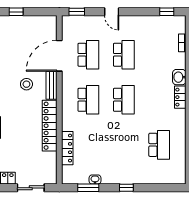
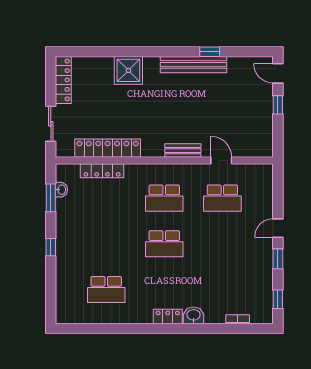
window: (77, 12) -> (278, 259), moved
school desk: (124, 55) -> (222, 244), removed
door: (59, 56) -> (221, 161), width x0.53
stool: (26, 84) -> (184, 118), removed
locker: (50, 126) -> (108, 148), moved
washbasin: (95, 180) -> (61, 190), moved

